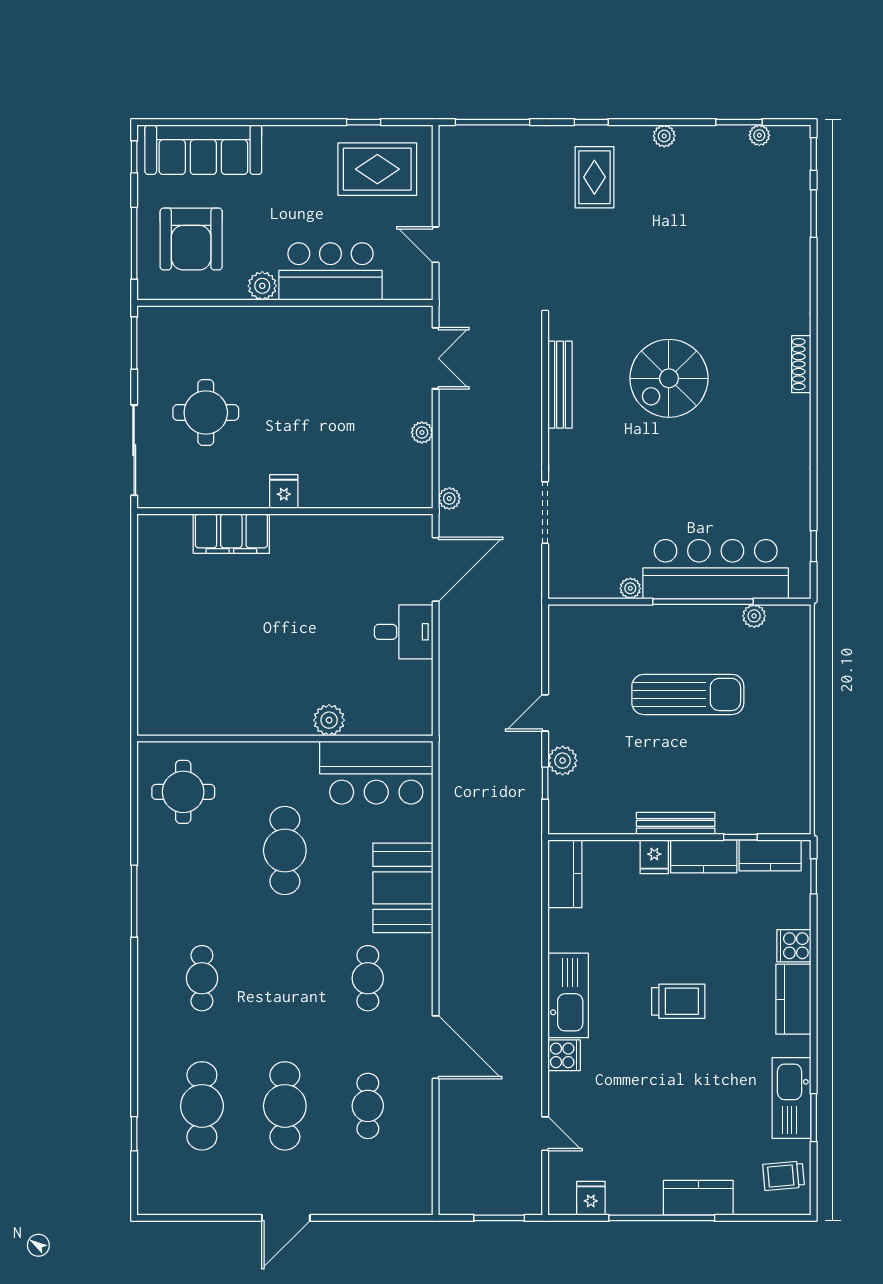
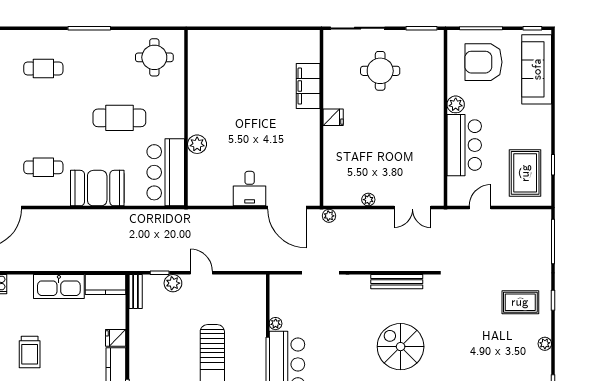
bench: (676, 823) -> (136, 292), moved, width x0.73
kitchen sink: (568, 995) -> (59, 287), moved

